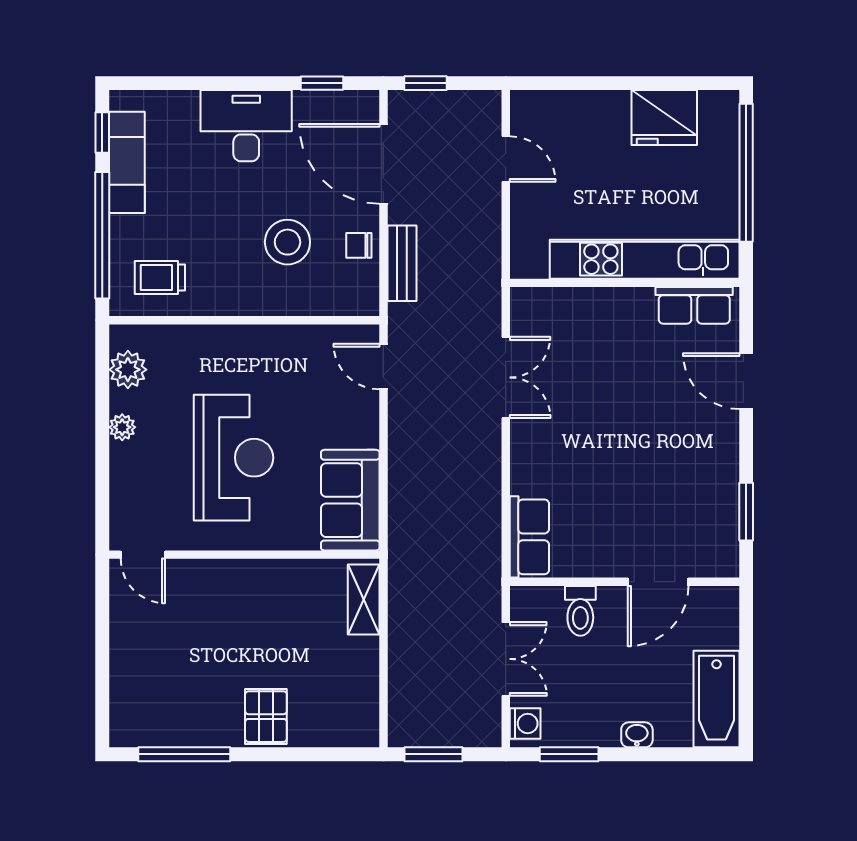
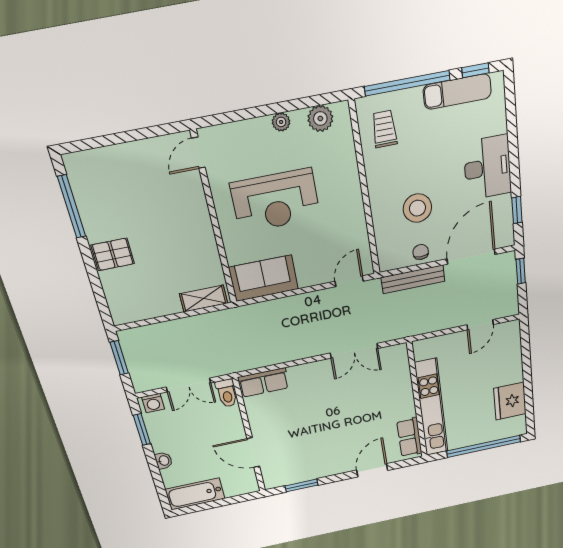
bench: (402, 263) -> (413, 279), width x1.36
toilet: (580, 611) -> (227, 393), moved, turned -90

